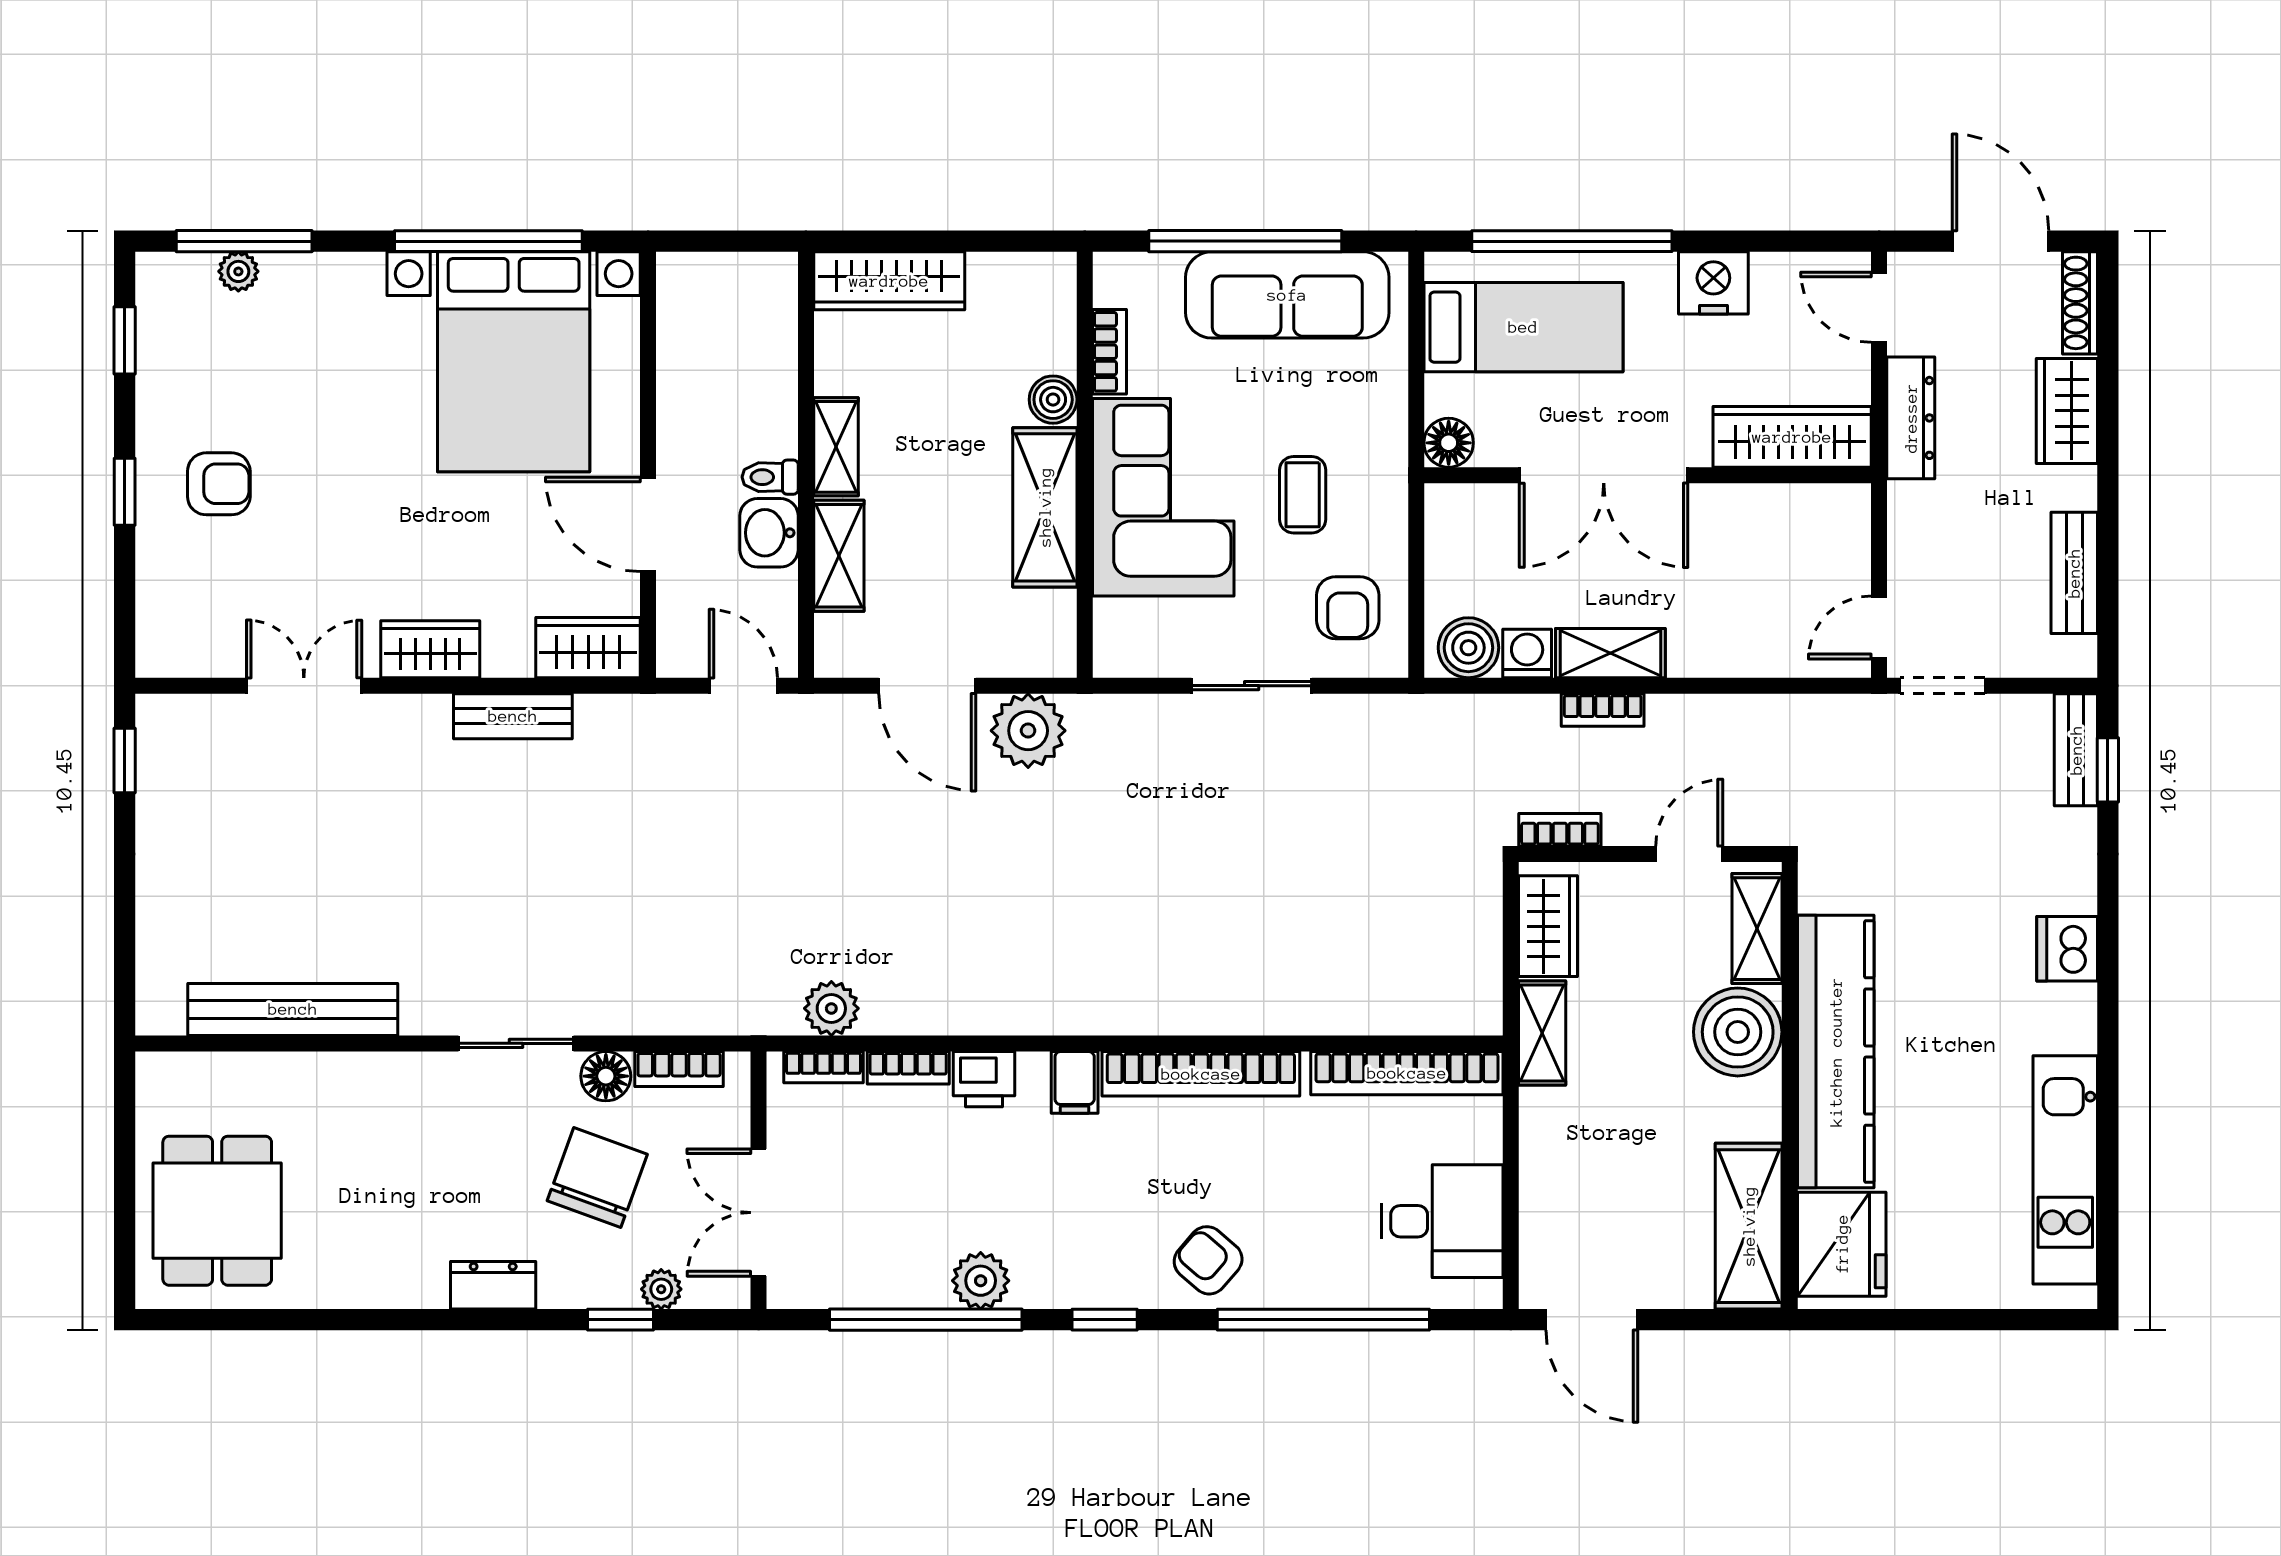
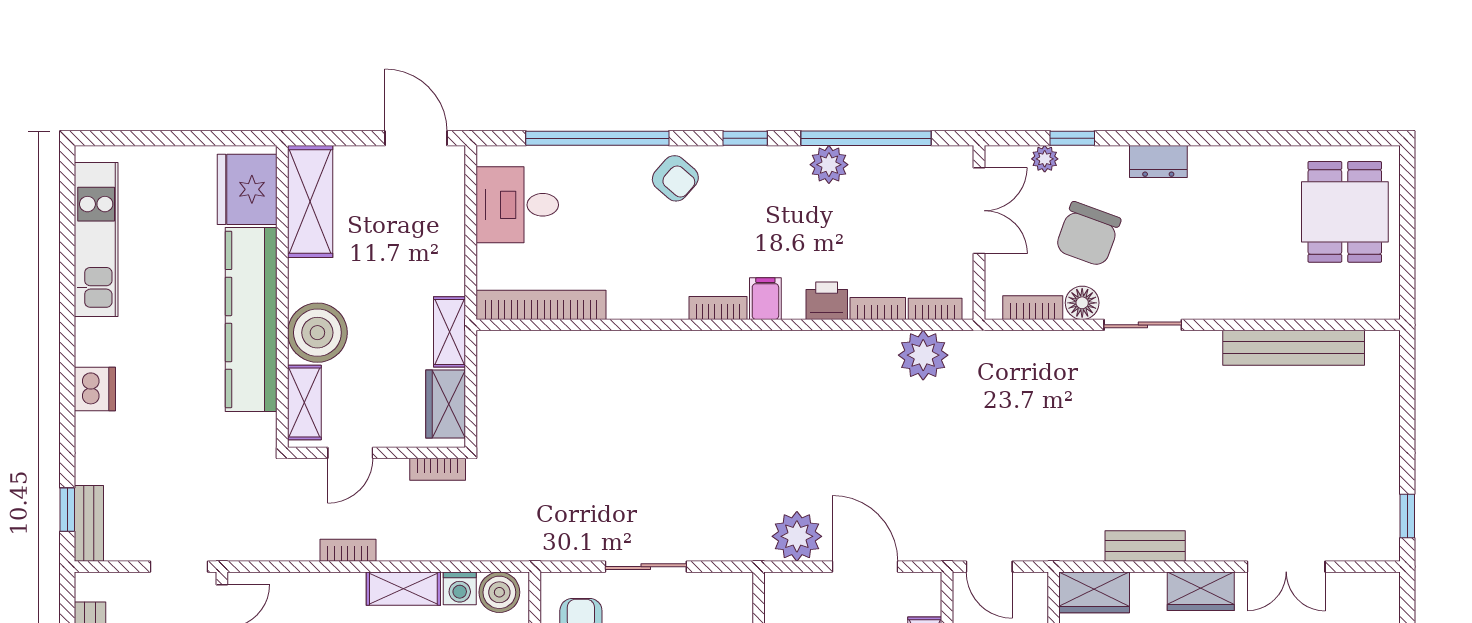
bookcase: (1603, 710) -> (348, 550), moved
plant: (831, 1008) -> (923, 355), width x1.36, depth x1.36
bookcase: (1201, 1074) -> (718, 308), width x0.43, depth x0.76

